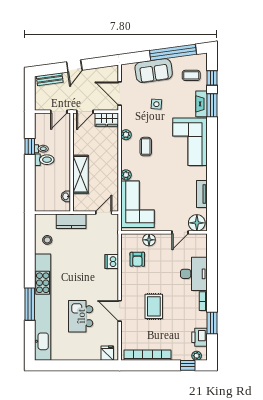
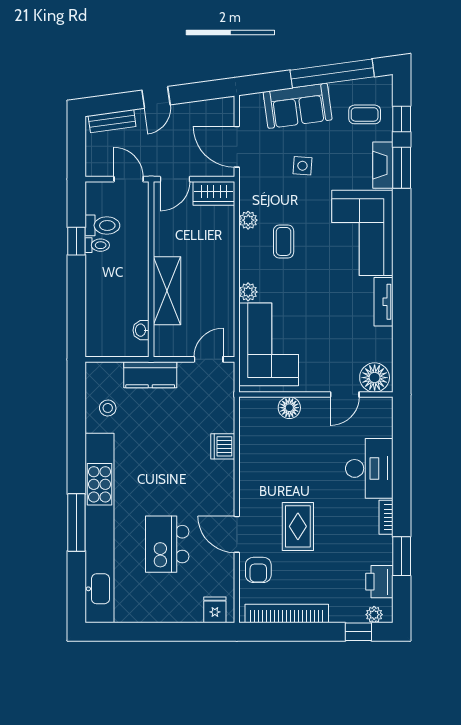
door: (59, 112) -> (129, 179), swing flipped
toilet: (44, 160) -> (102, 225), moved
tv unit: (202, 194) -> (383, 302), moved
armchair: (137, 259) -> (258, 570), moved

